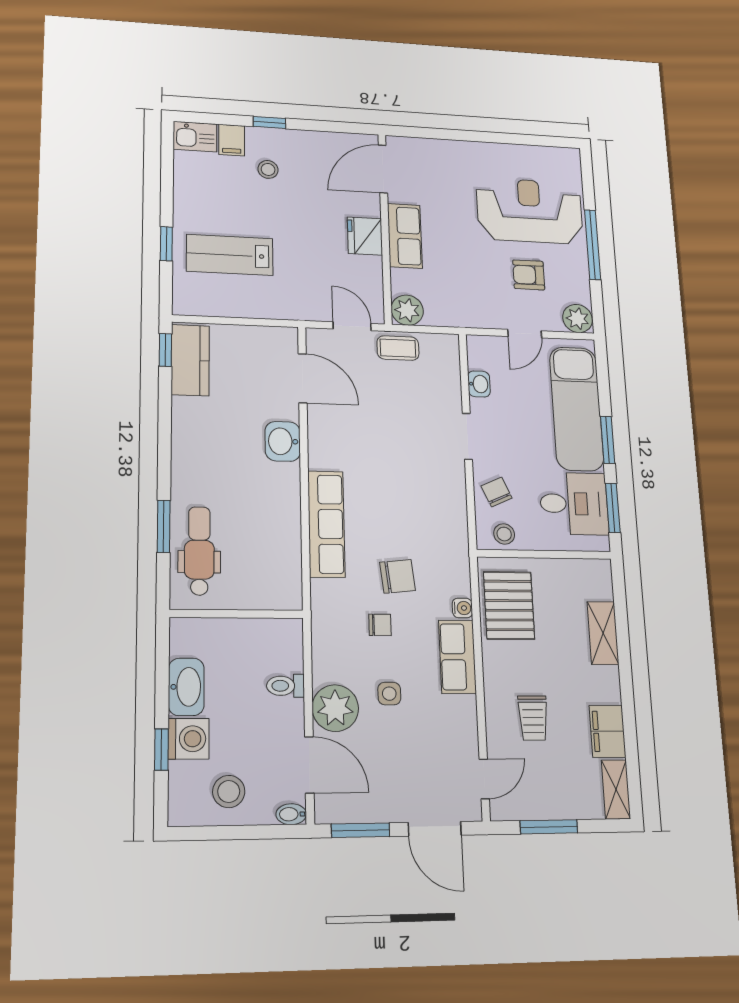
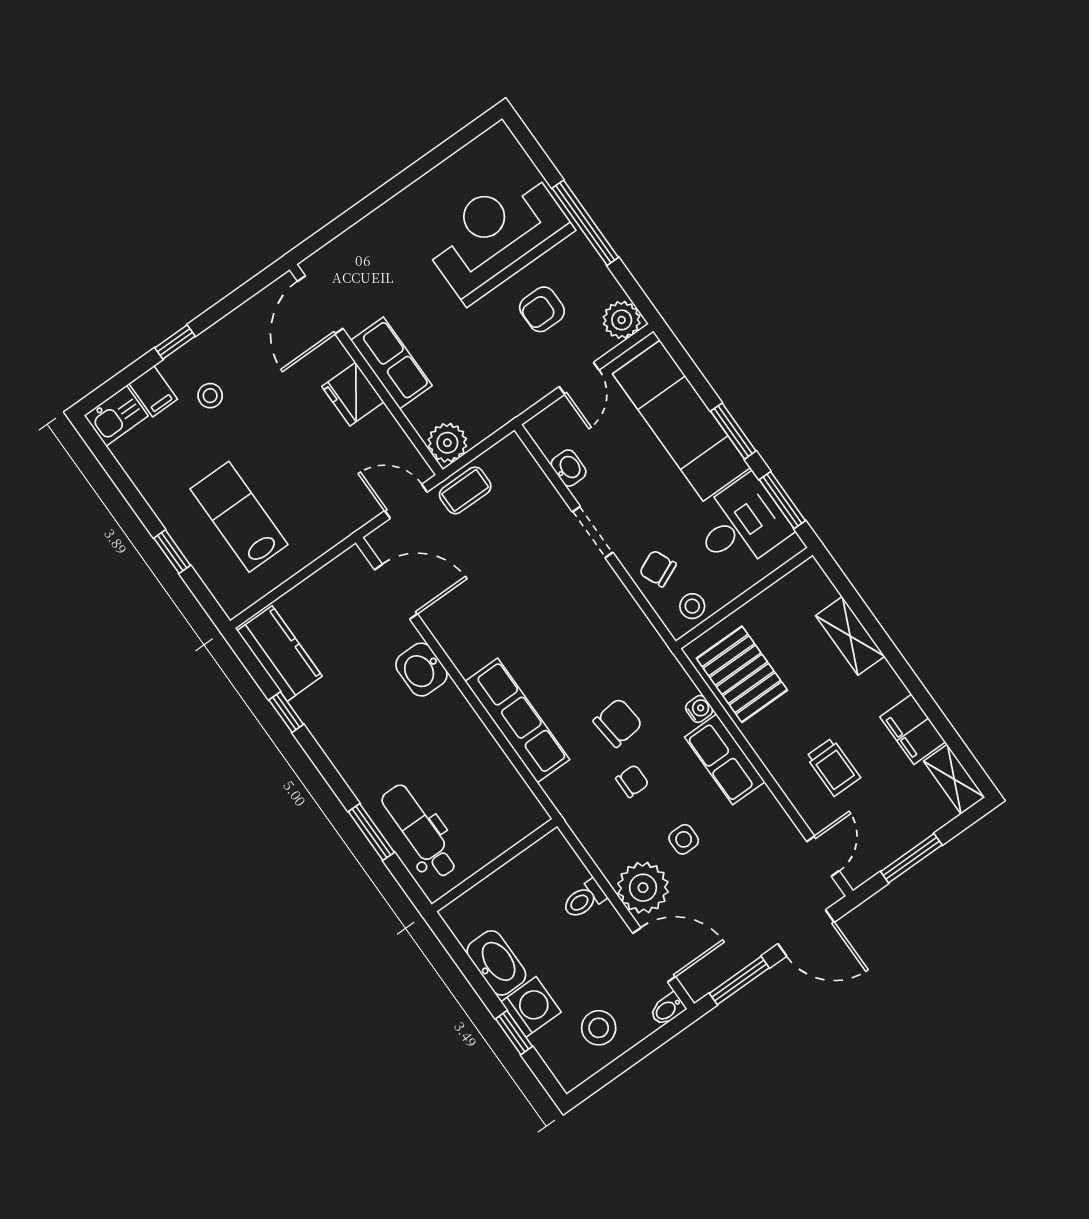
lab bench: (230, 255) -> (239, 517), turned 90
window: (165, 350) -> (286, 712), moved

